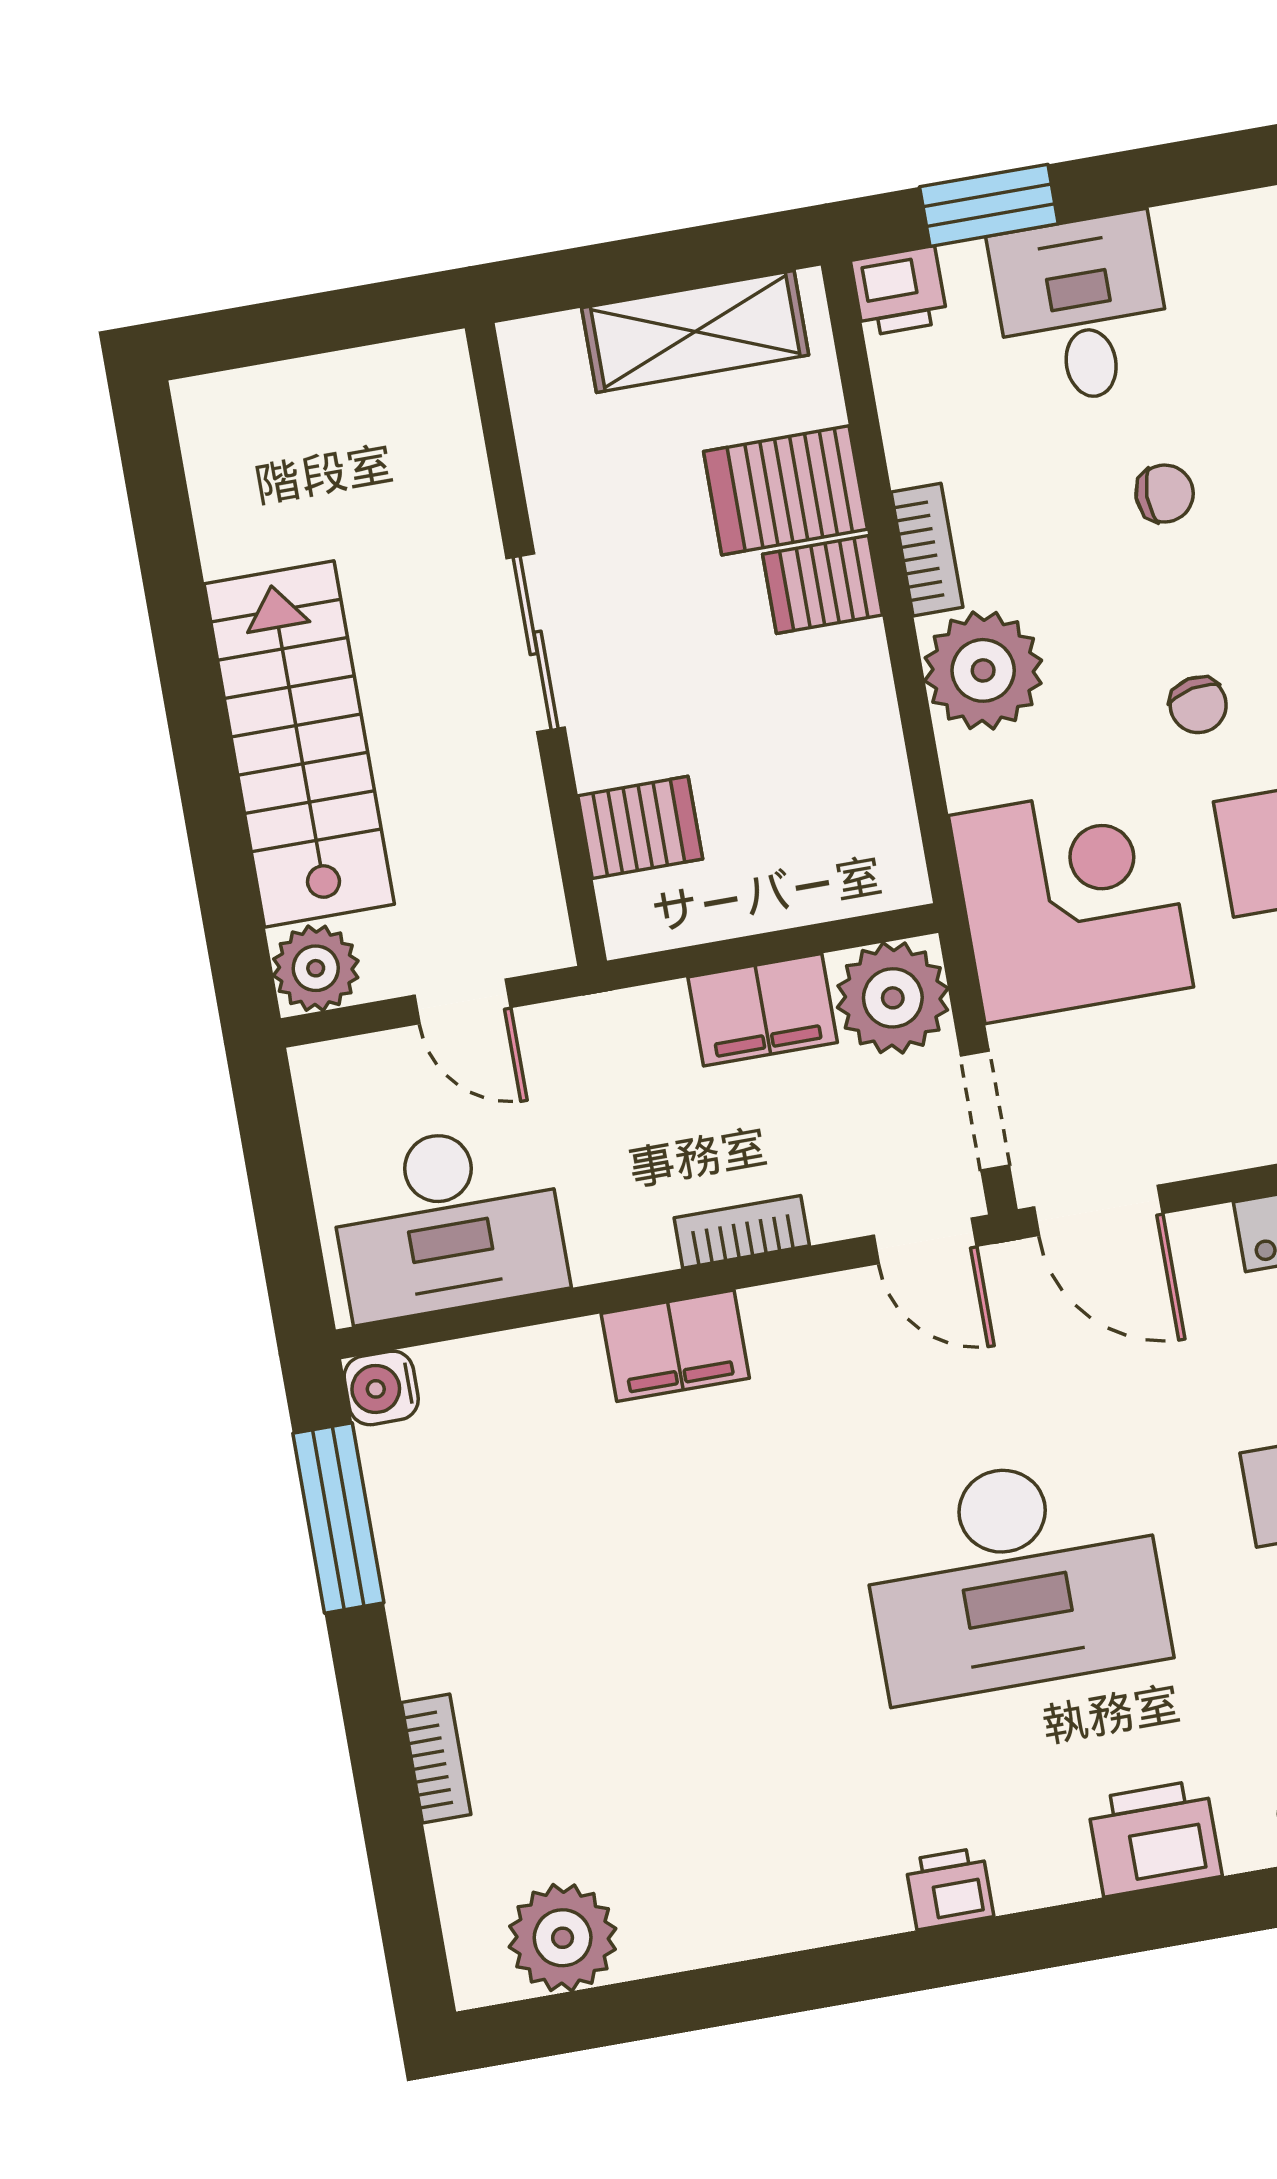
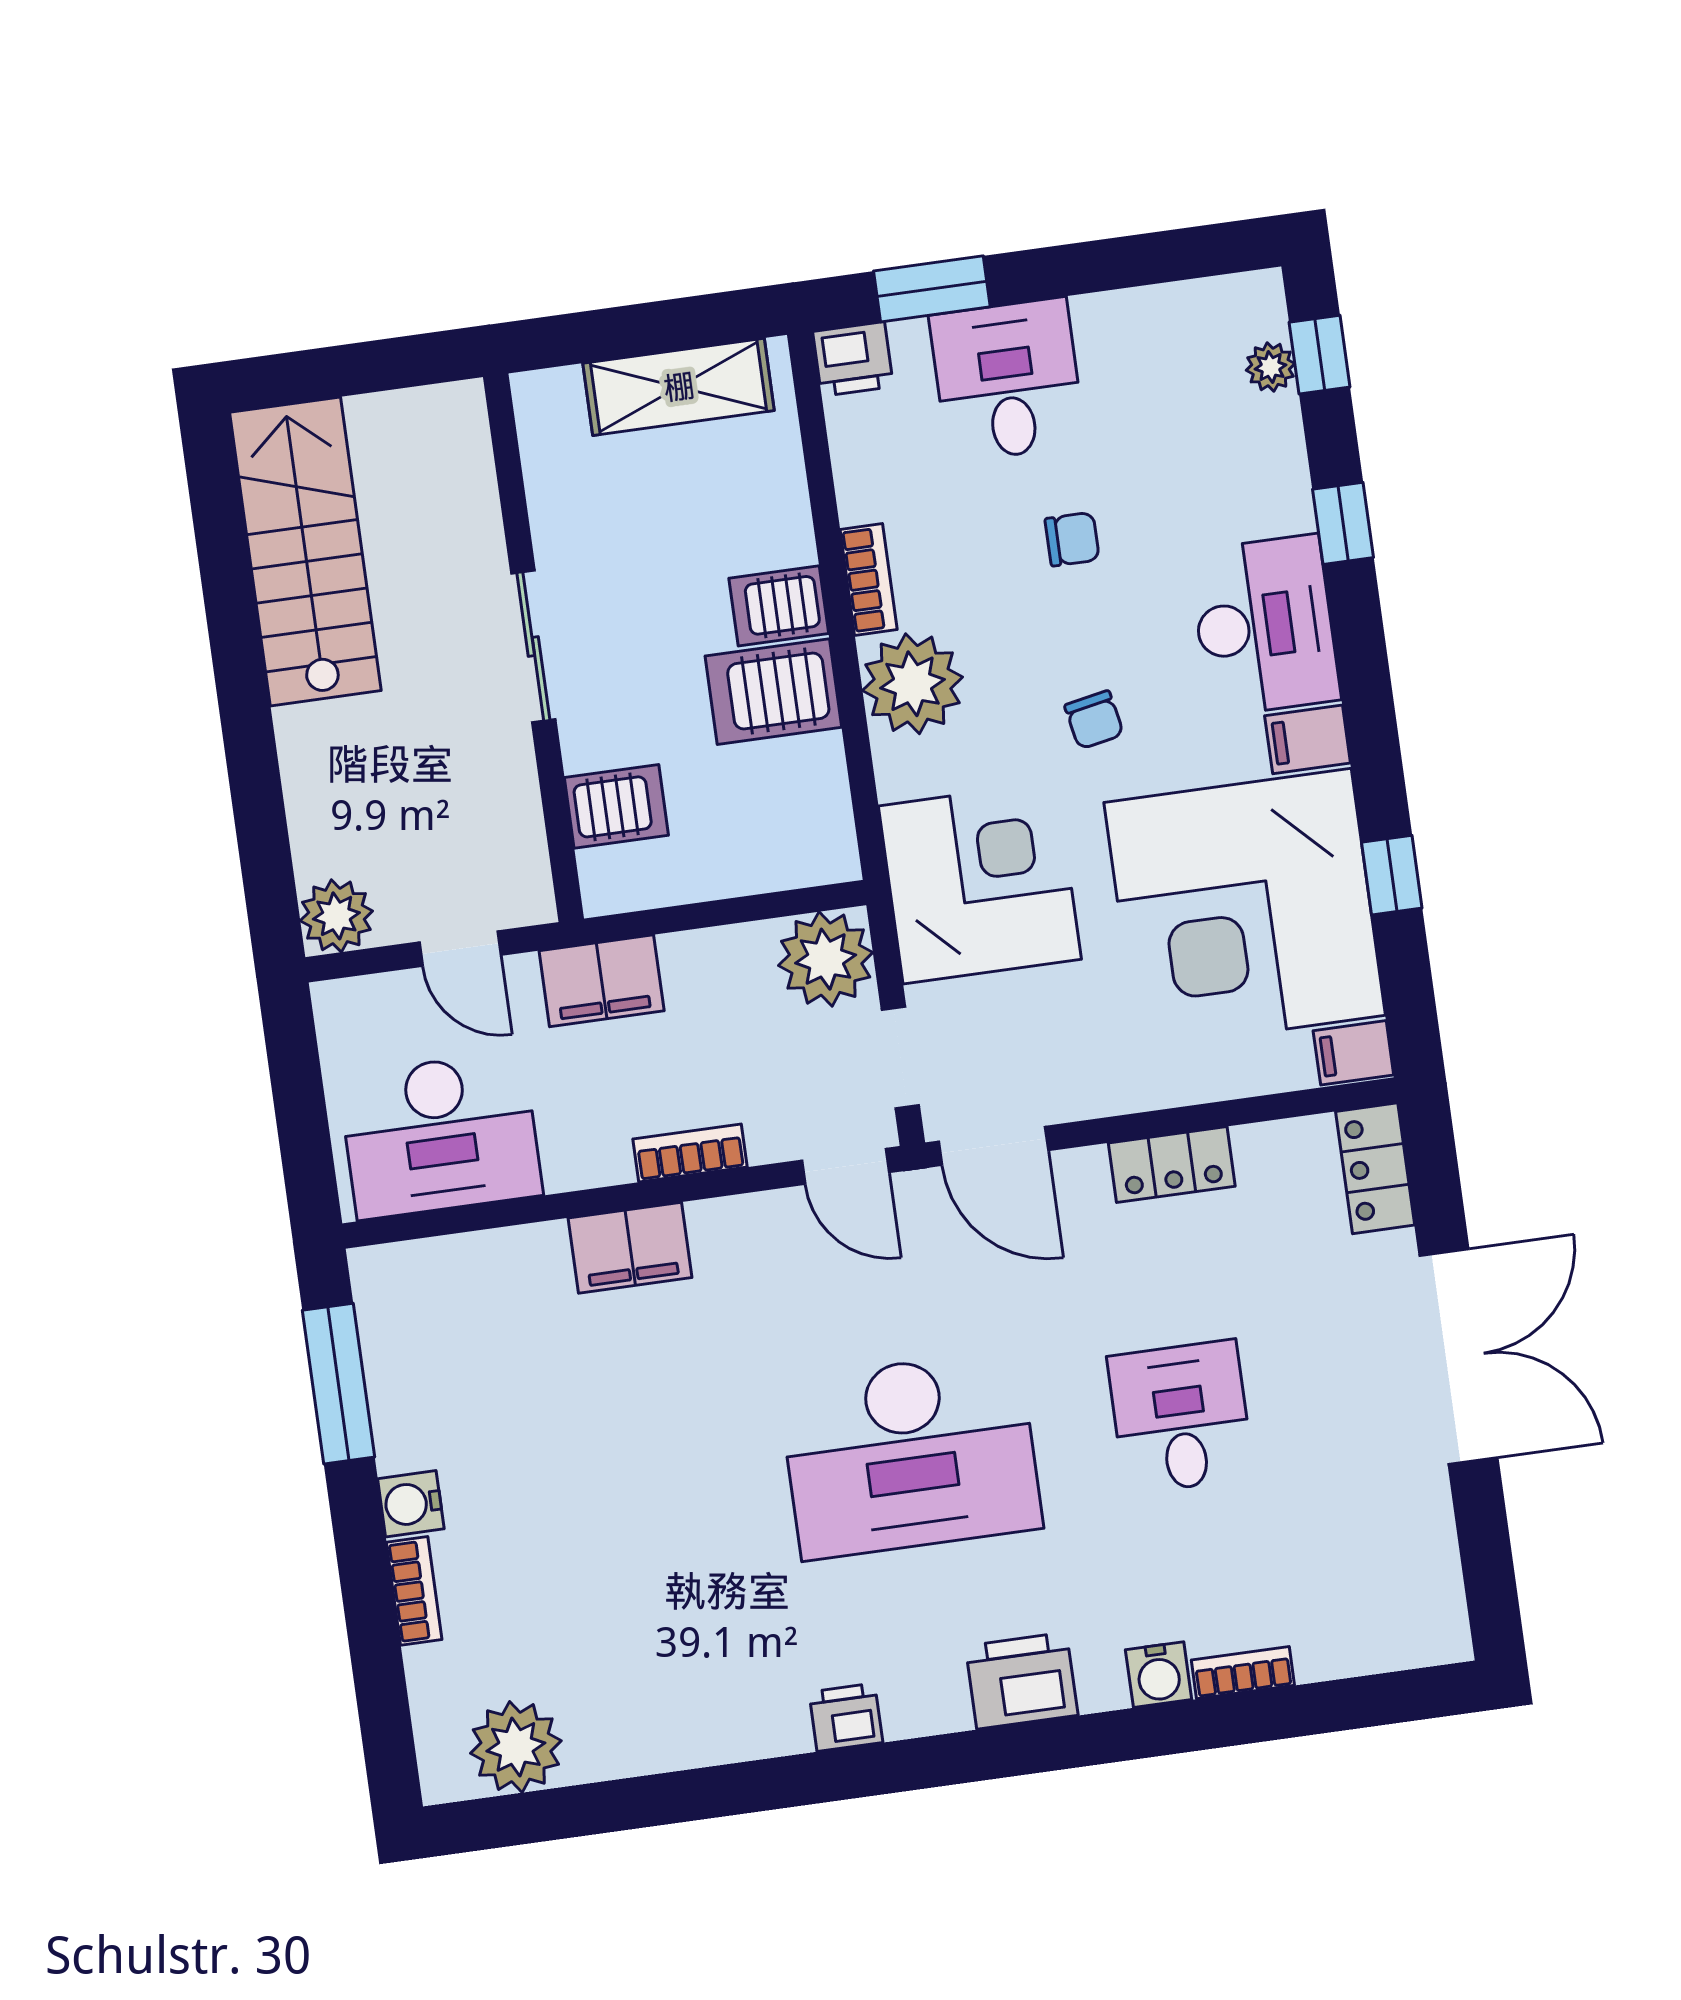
server rack: (785, 490) -> (773, 692), moved
stairs: (299, 744) -> (305, 551), moved
filing cabinet: (763, 1010) -> (602, 981), moved
water cooler: (381, 1388) -> (411, 1504), moved

